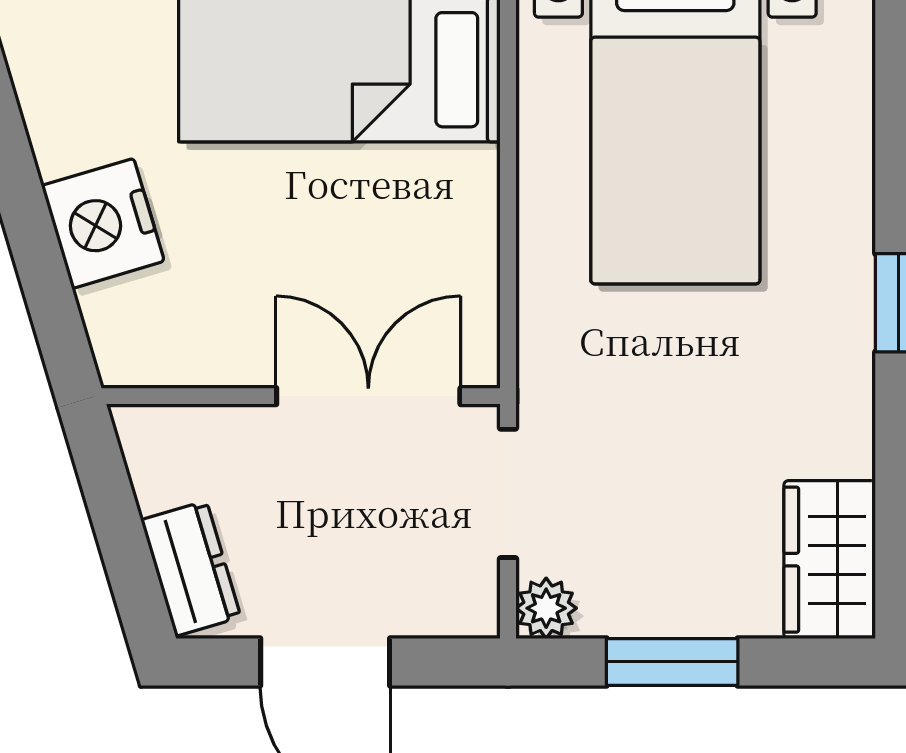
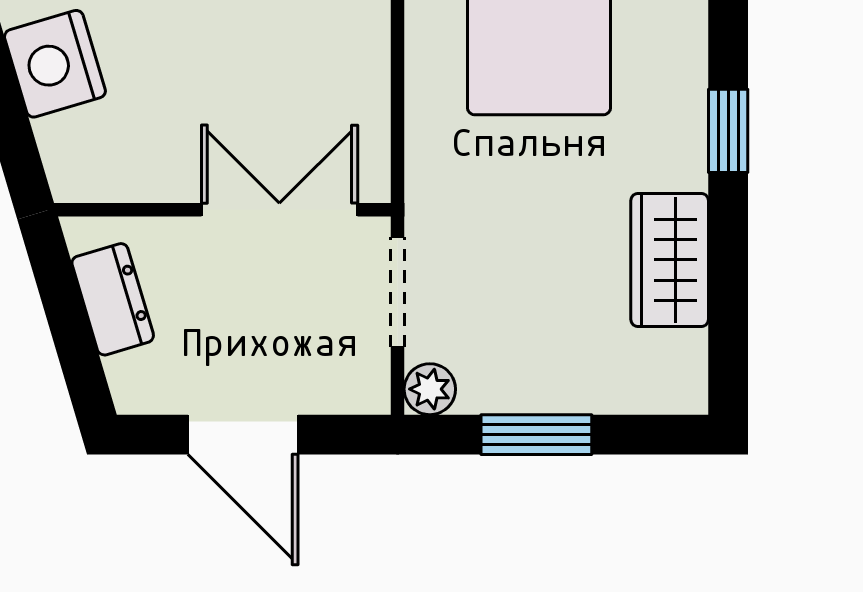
wardrobe: (830, 560) -> (670, 260), moved
dresser: (191, 568) -> (113, 299), moved

